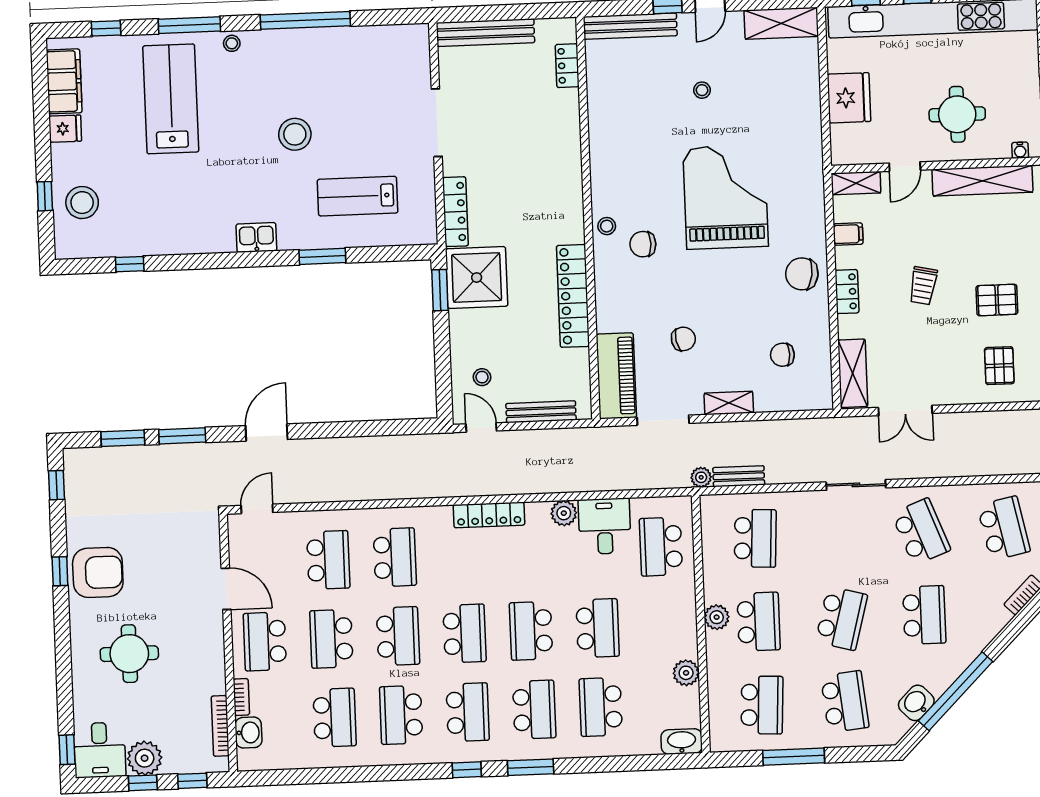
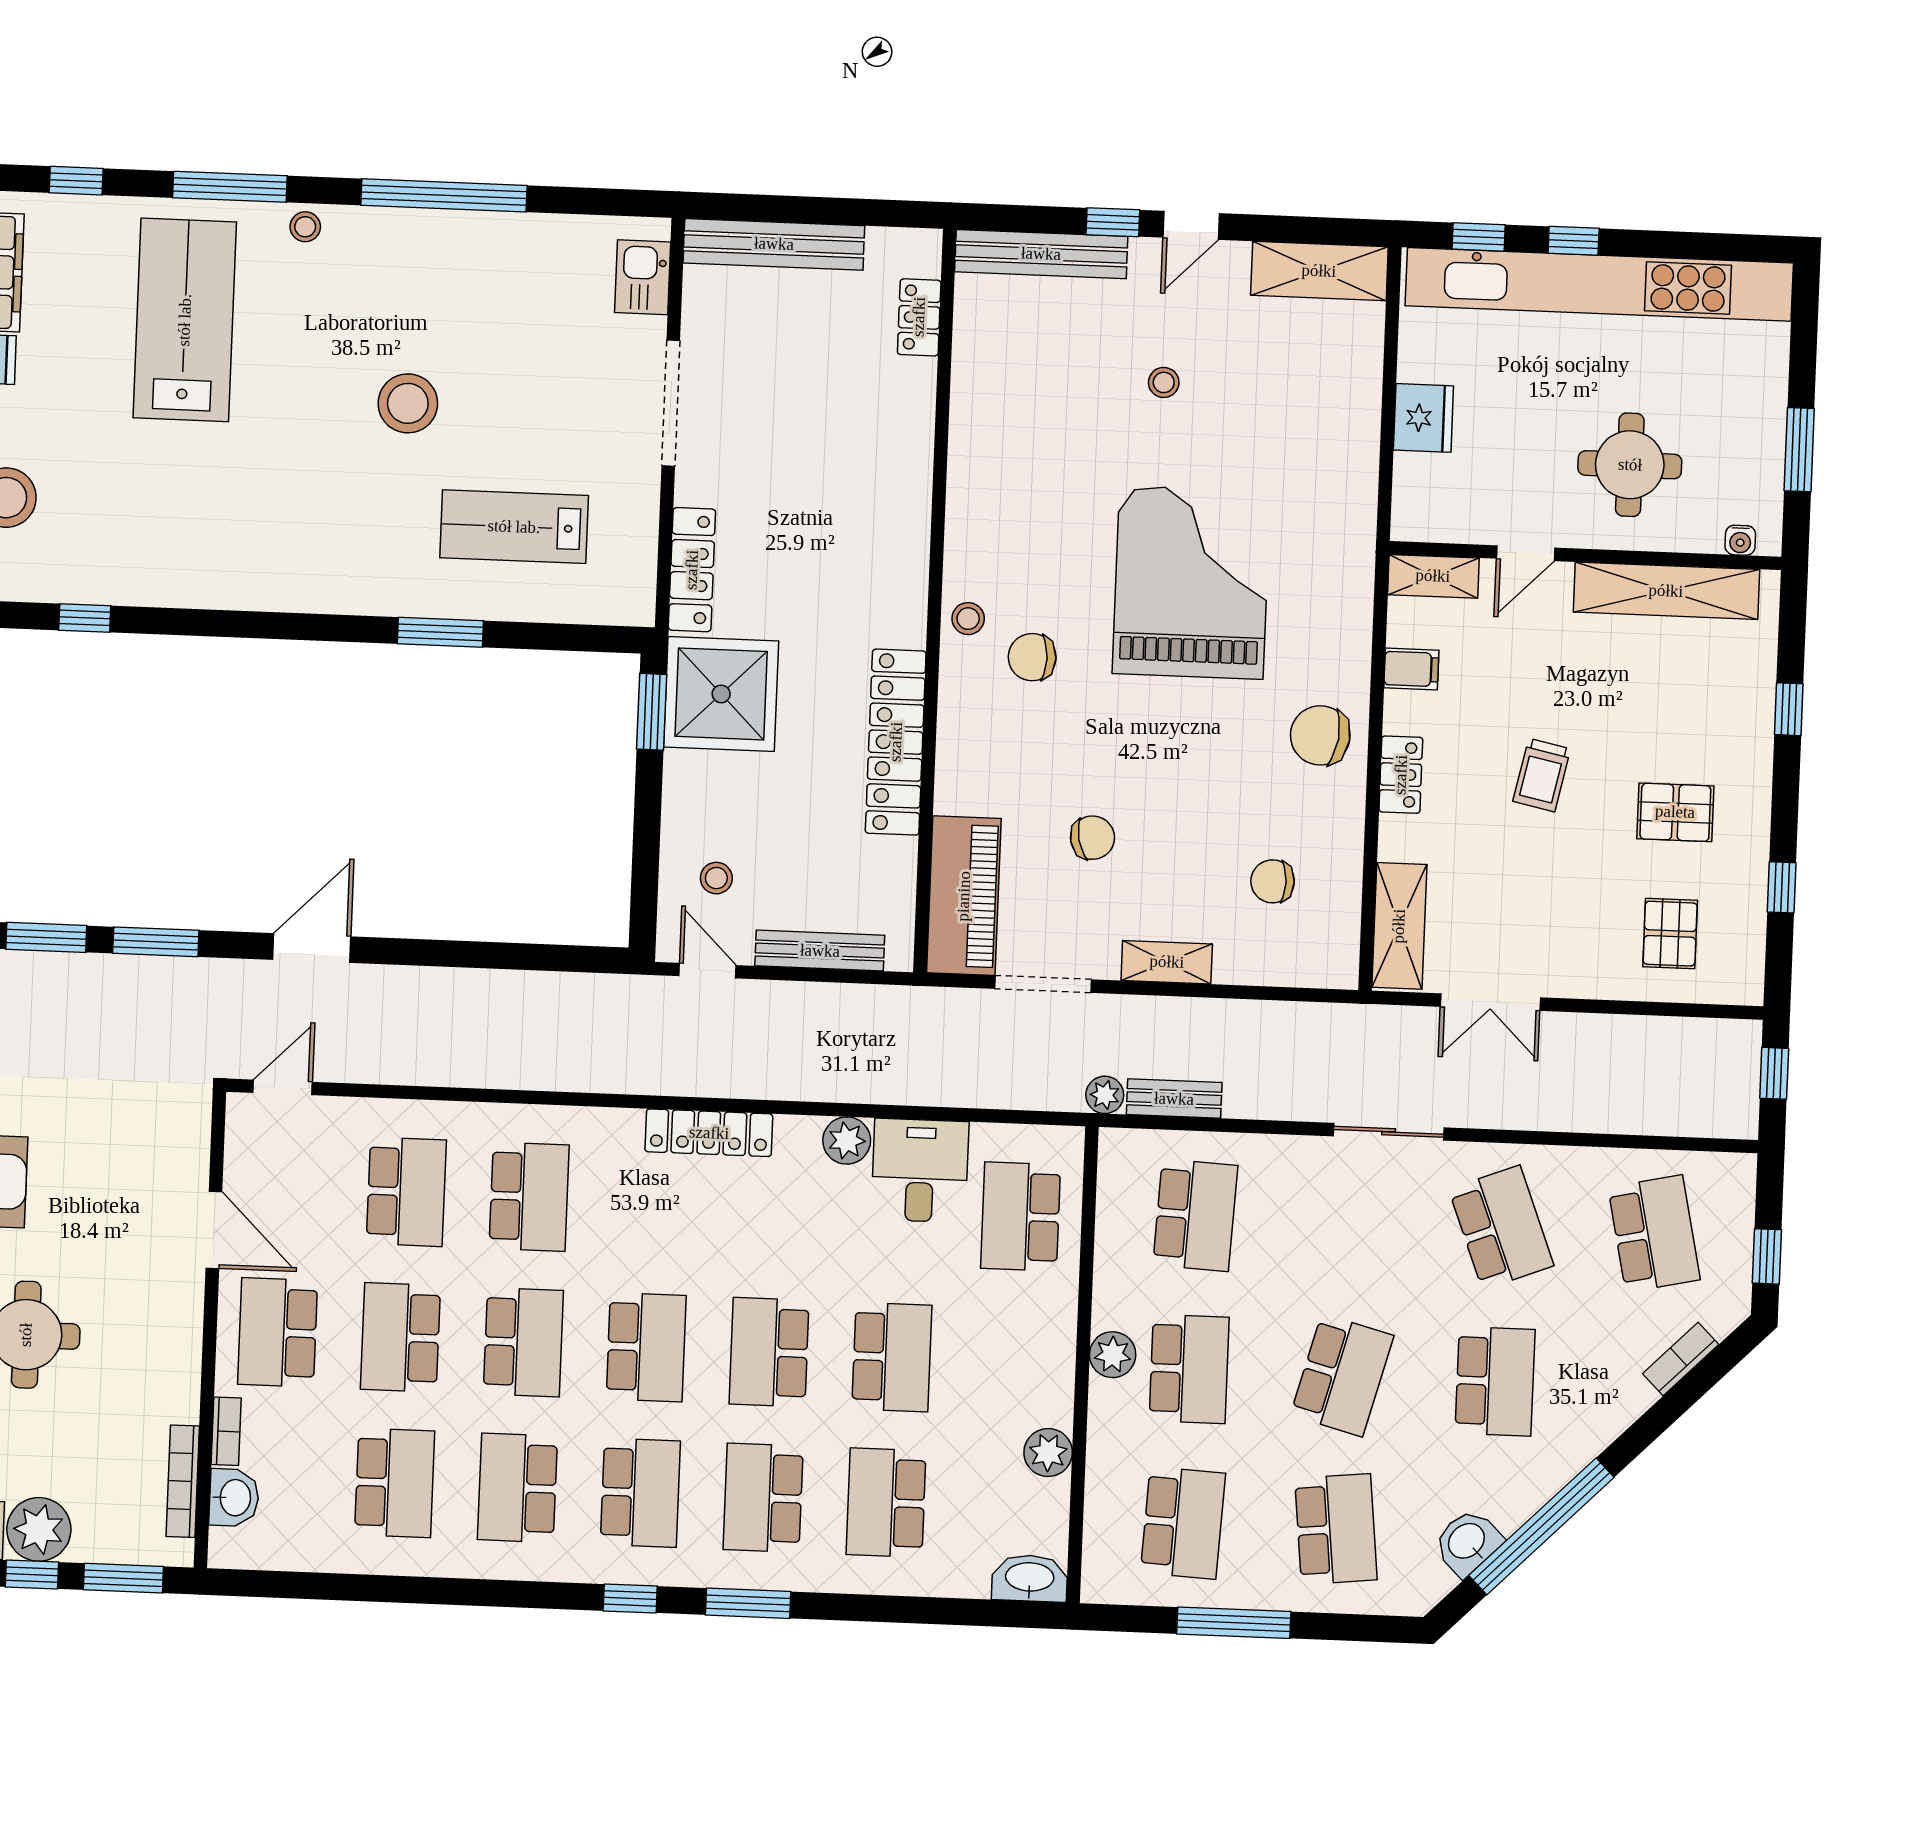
fridge: (849, 98) -> (1423, 418), width x0.73, depth x0.75
kitchen sink: (256, 237) -> (643, 277), moved, turned -90
school desk: (534, 710) -> (763, 1498), turned 180
window: (192, 781) -> (123, 1578), width x1.50

